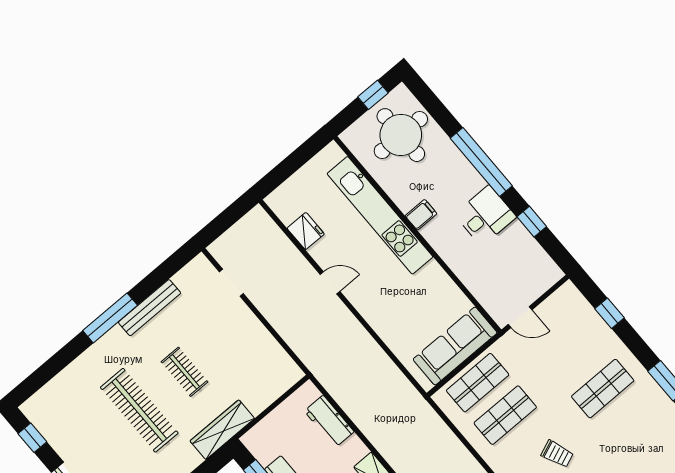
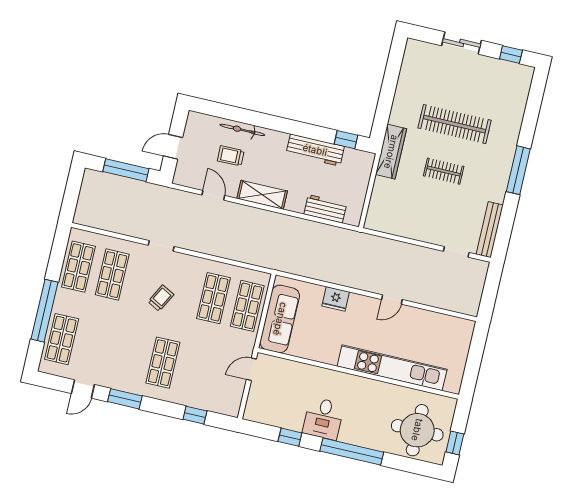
filing cabinet: (421, 215) -> (366, 388), removed
fridge: (306, 231) -> (336, 299), moved
bench: (150, 308) -> (490, 230), moved
trolley: (557, 454) -> (161, 298), turned 140

